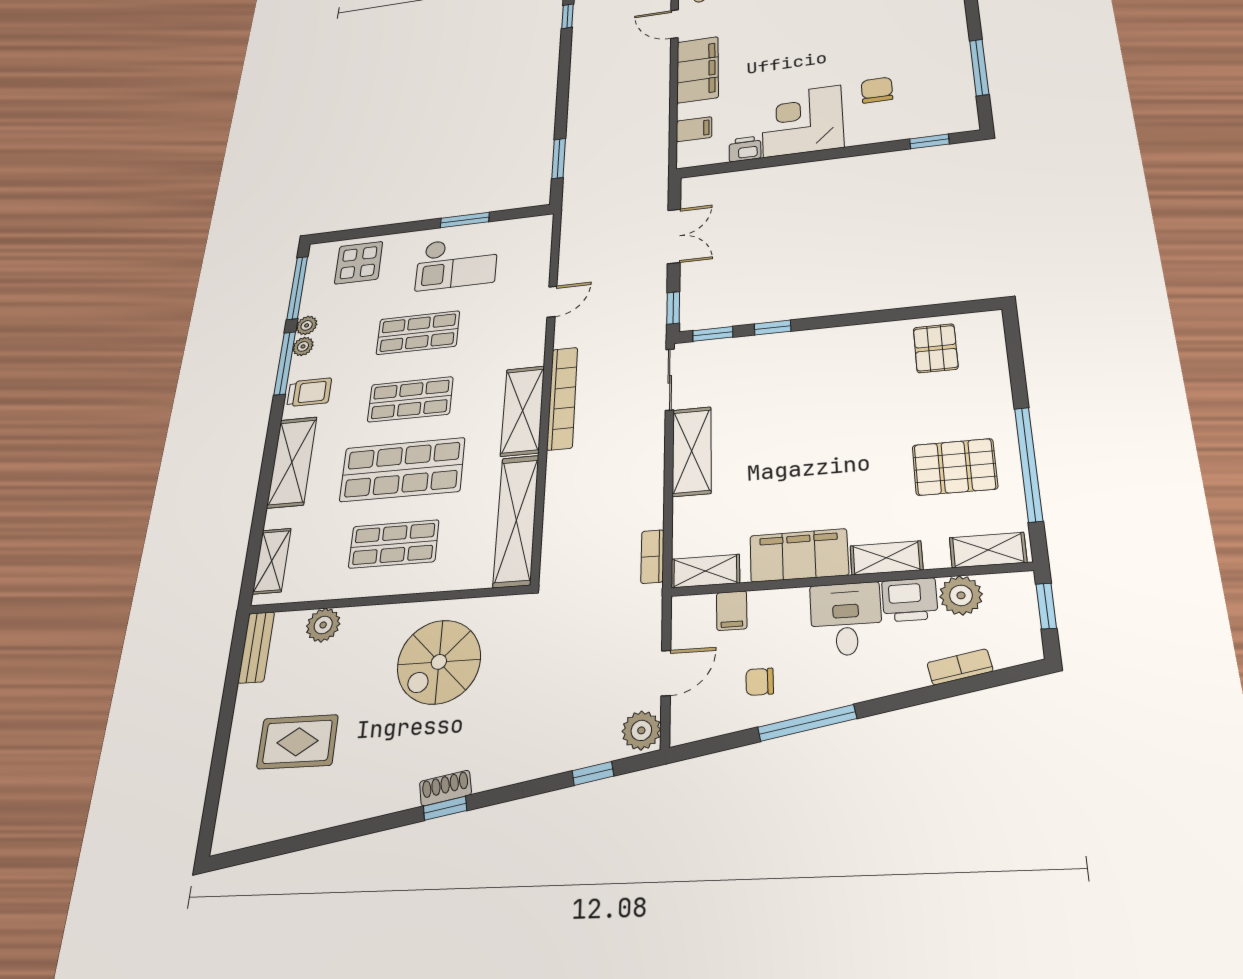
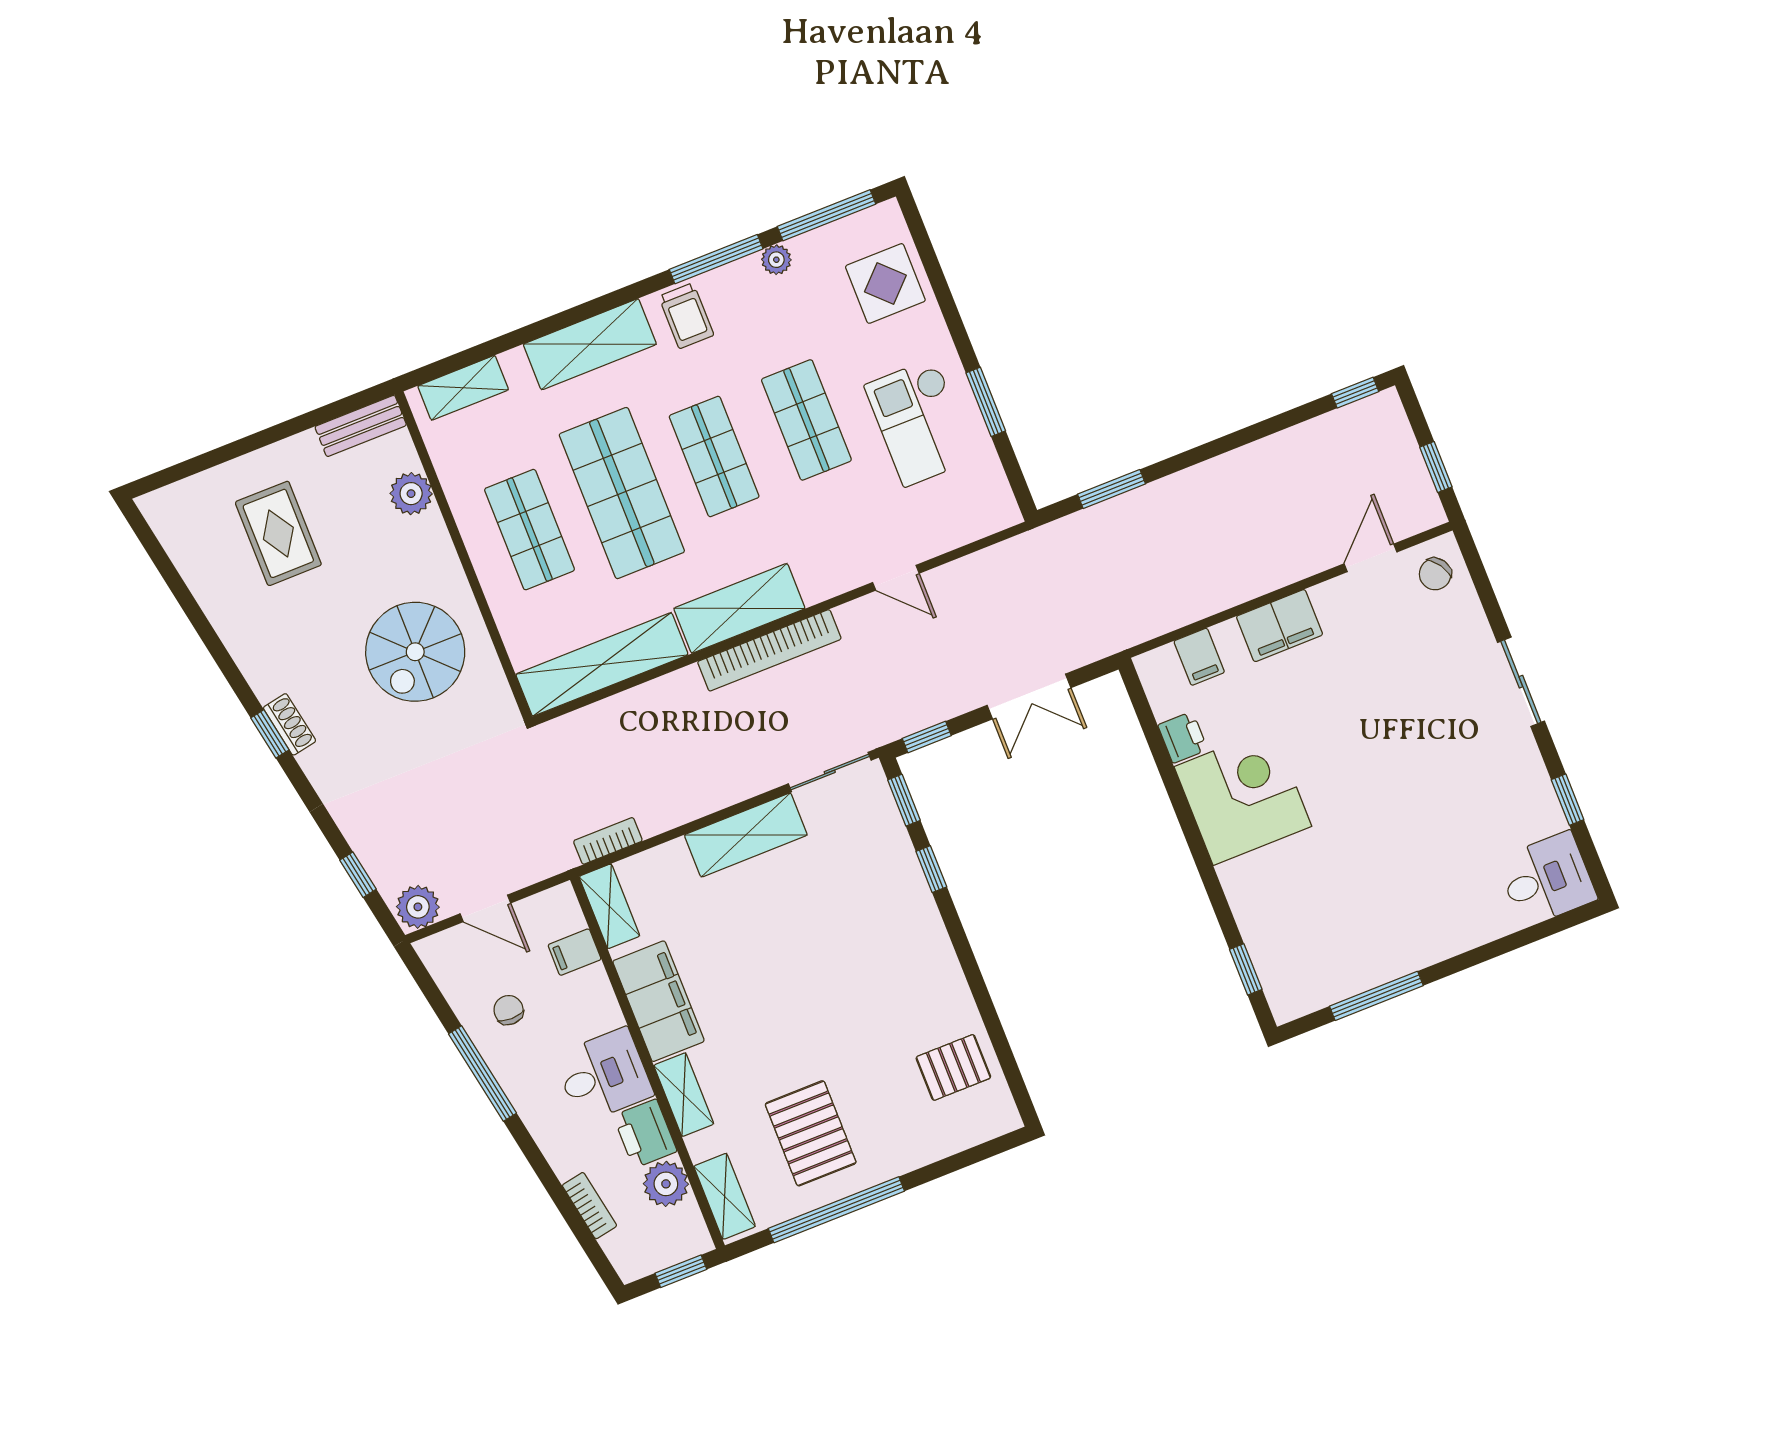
filing cabinet: (698, 70) -> (1280, 626), width x0.67, depth x0.86
chair: (877, 90) -> (1313, 877), removed
plant: (303, 346) -> (746, 271), removed
spiral stairs: (439, 662) -> (415, 652), turned -90

